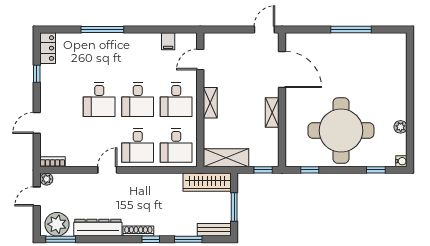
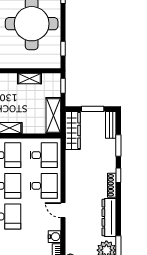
shelving: (272, 113) -> (29, 79), moved
water cooler: (74, 159) -> (55, 237), added

